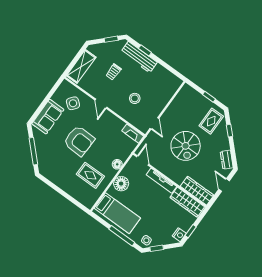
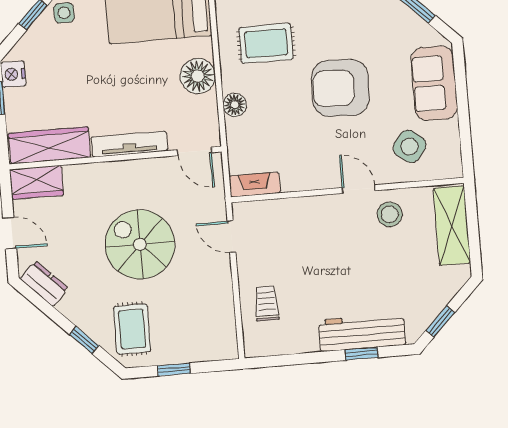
trolley: (114, 72) -> (267, 303), moved
stool: (135, 98) -> (390, 214), moved
wardrobe: (197, 191) -> (37, 182), width x0.67

